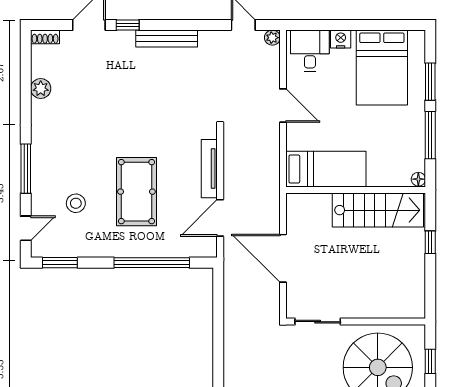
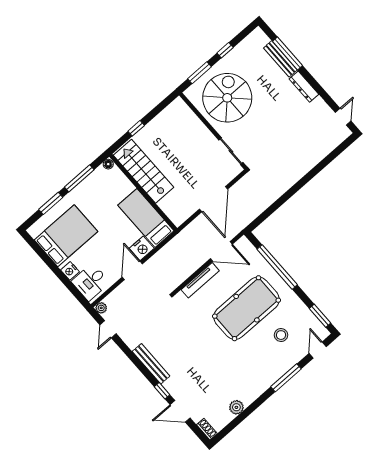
nightstand: (298, 136) -> (142, 248), added
pool table: (136, 192) -> (247, 308), width x1.36, depth x1.32
door: (26, 228) -> (318, 350), hinge flipped
window: (430, 361) -> (200, 73), width x1.50

